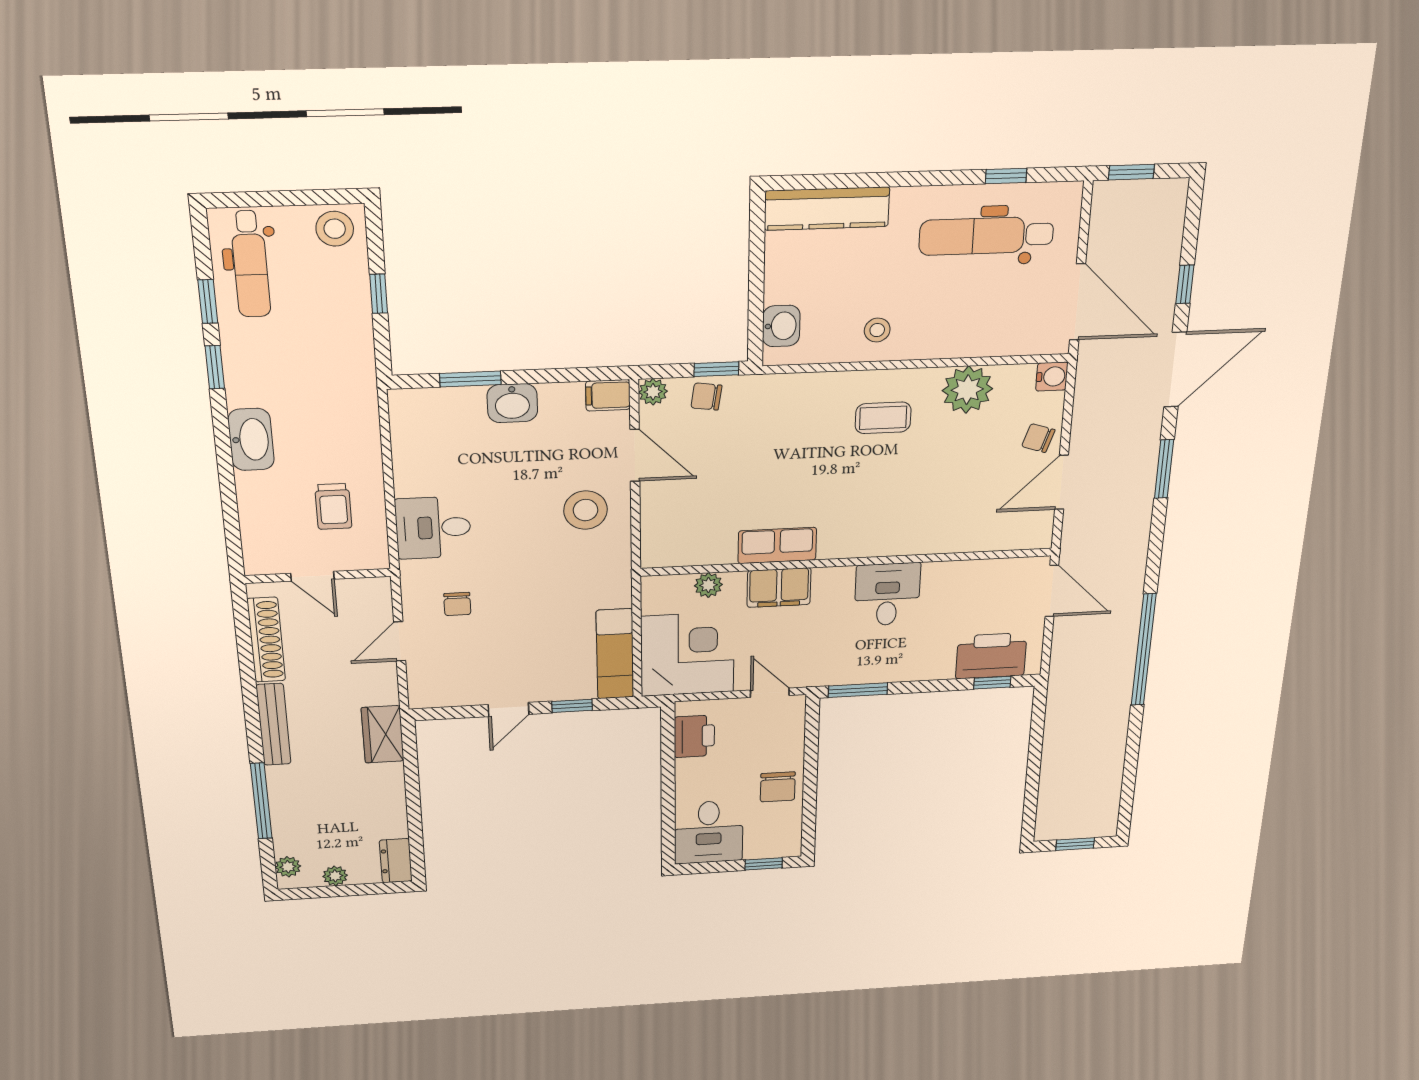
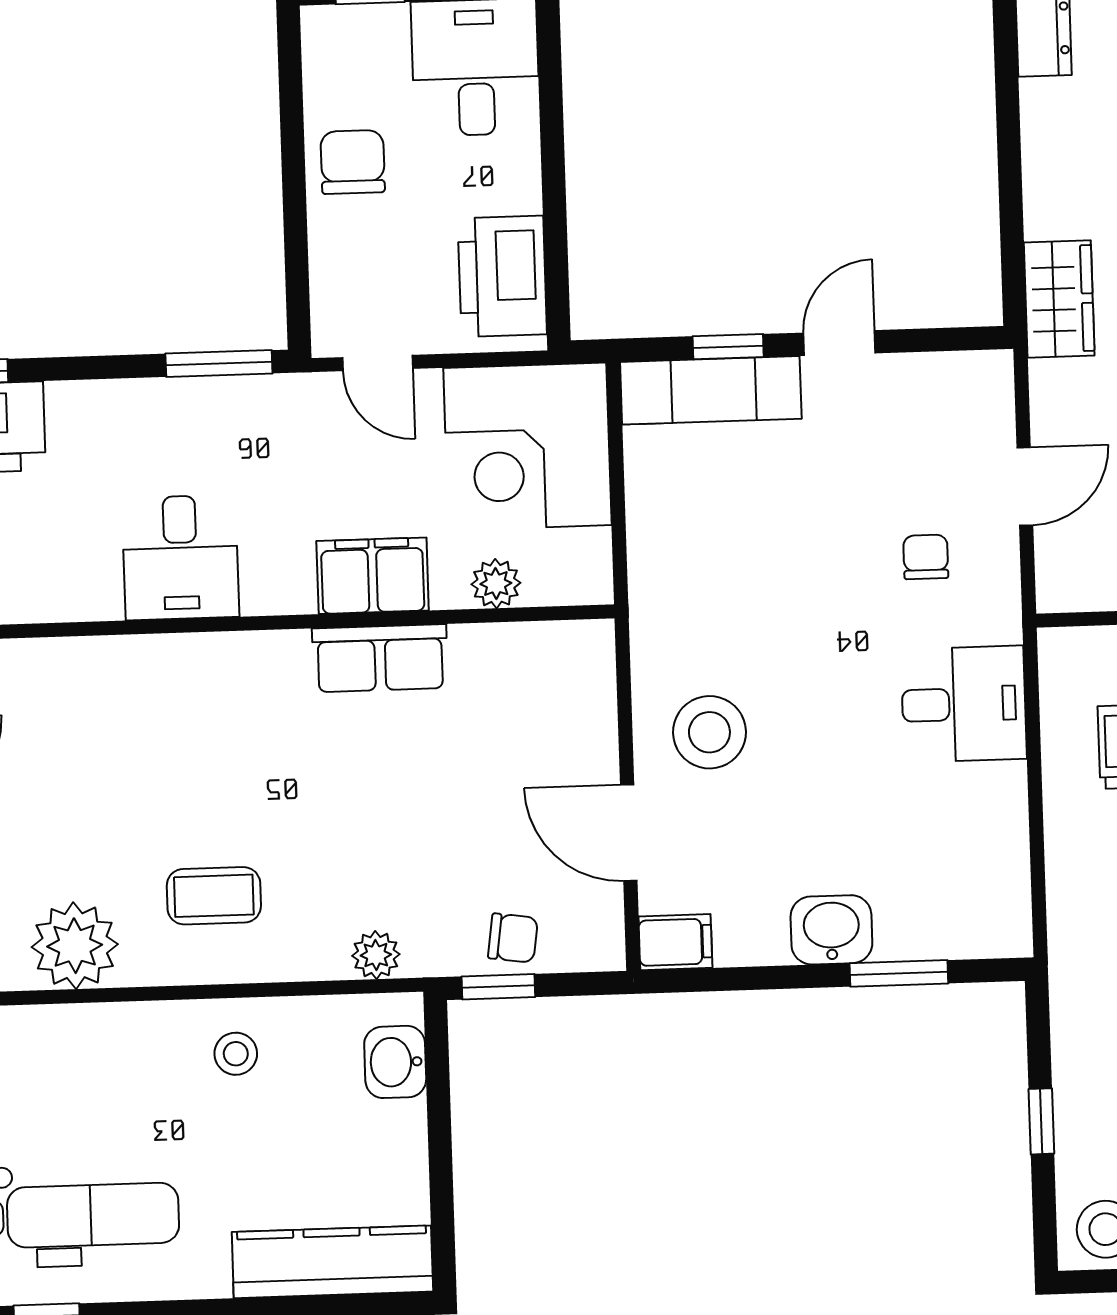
plant: (653, 392) -> (376, 955), moved
exam couch: (615, 654) -> (711, 390), moved, turned 90
printer: (694, 736) -> (502, 276), width x1.37, depth x1.19

